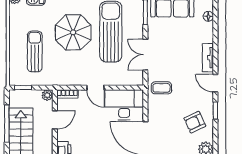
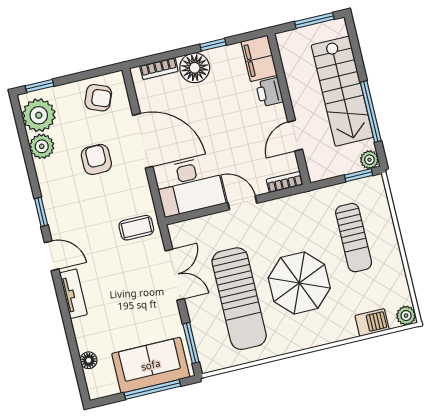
plant: (47, 95) -> (369, 160), moved
armchair: (195, 122) -> (96, 159), moved, turned -65

